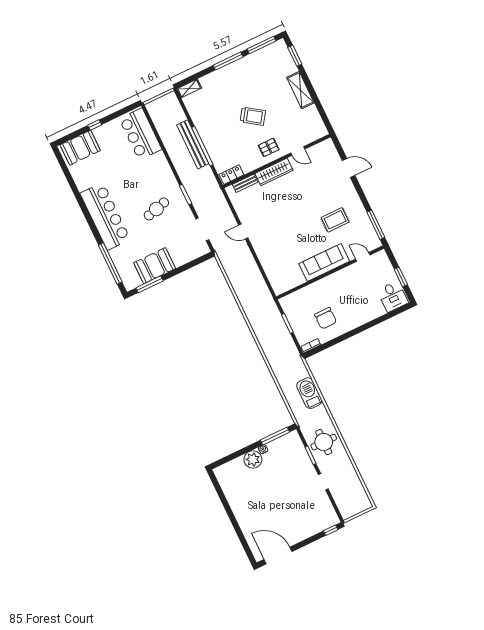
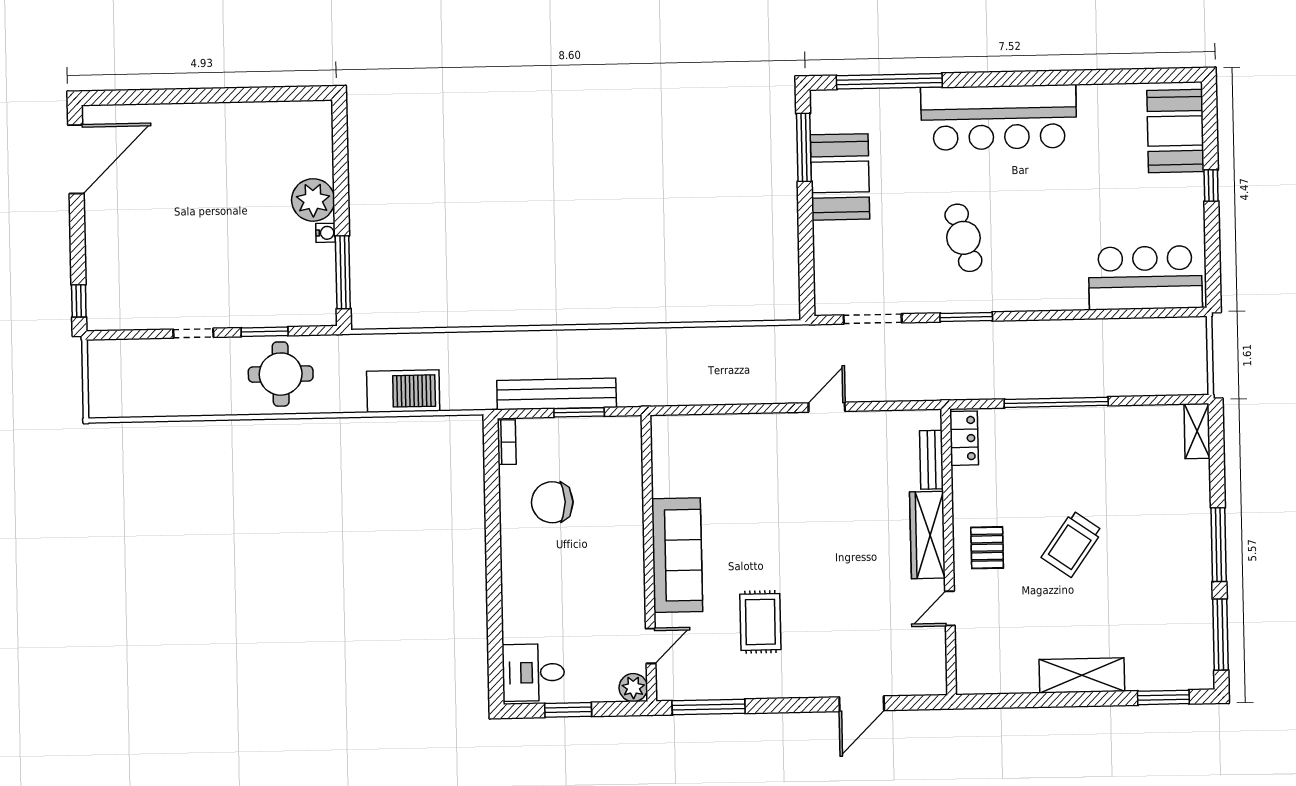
bench: (193, 144) -> (557, 394), moved
plant: (381, 256) -> (633, 688), added

